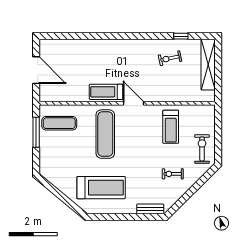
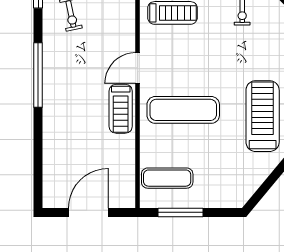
window: (129, 36) -> (38, 75), added
exercise mat: (59, 123) -> (167, 178), turned 90

